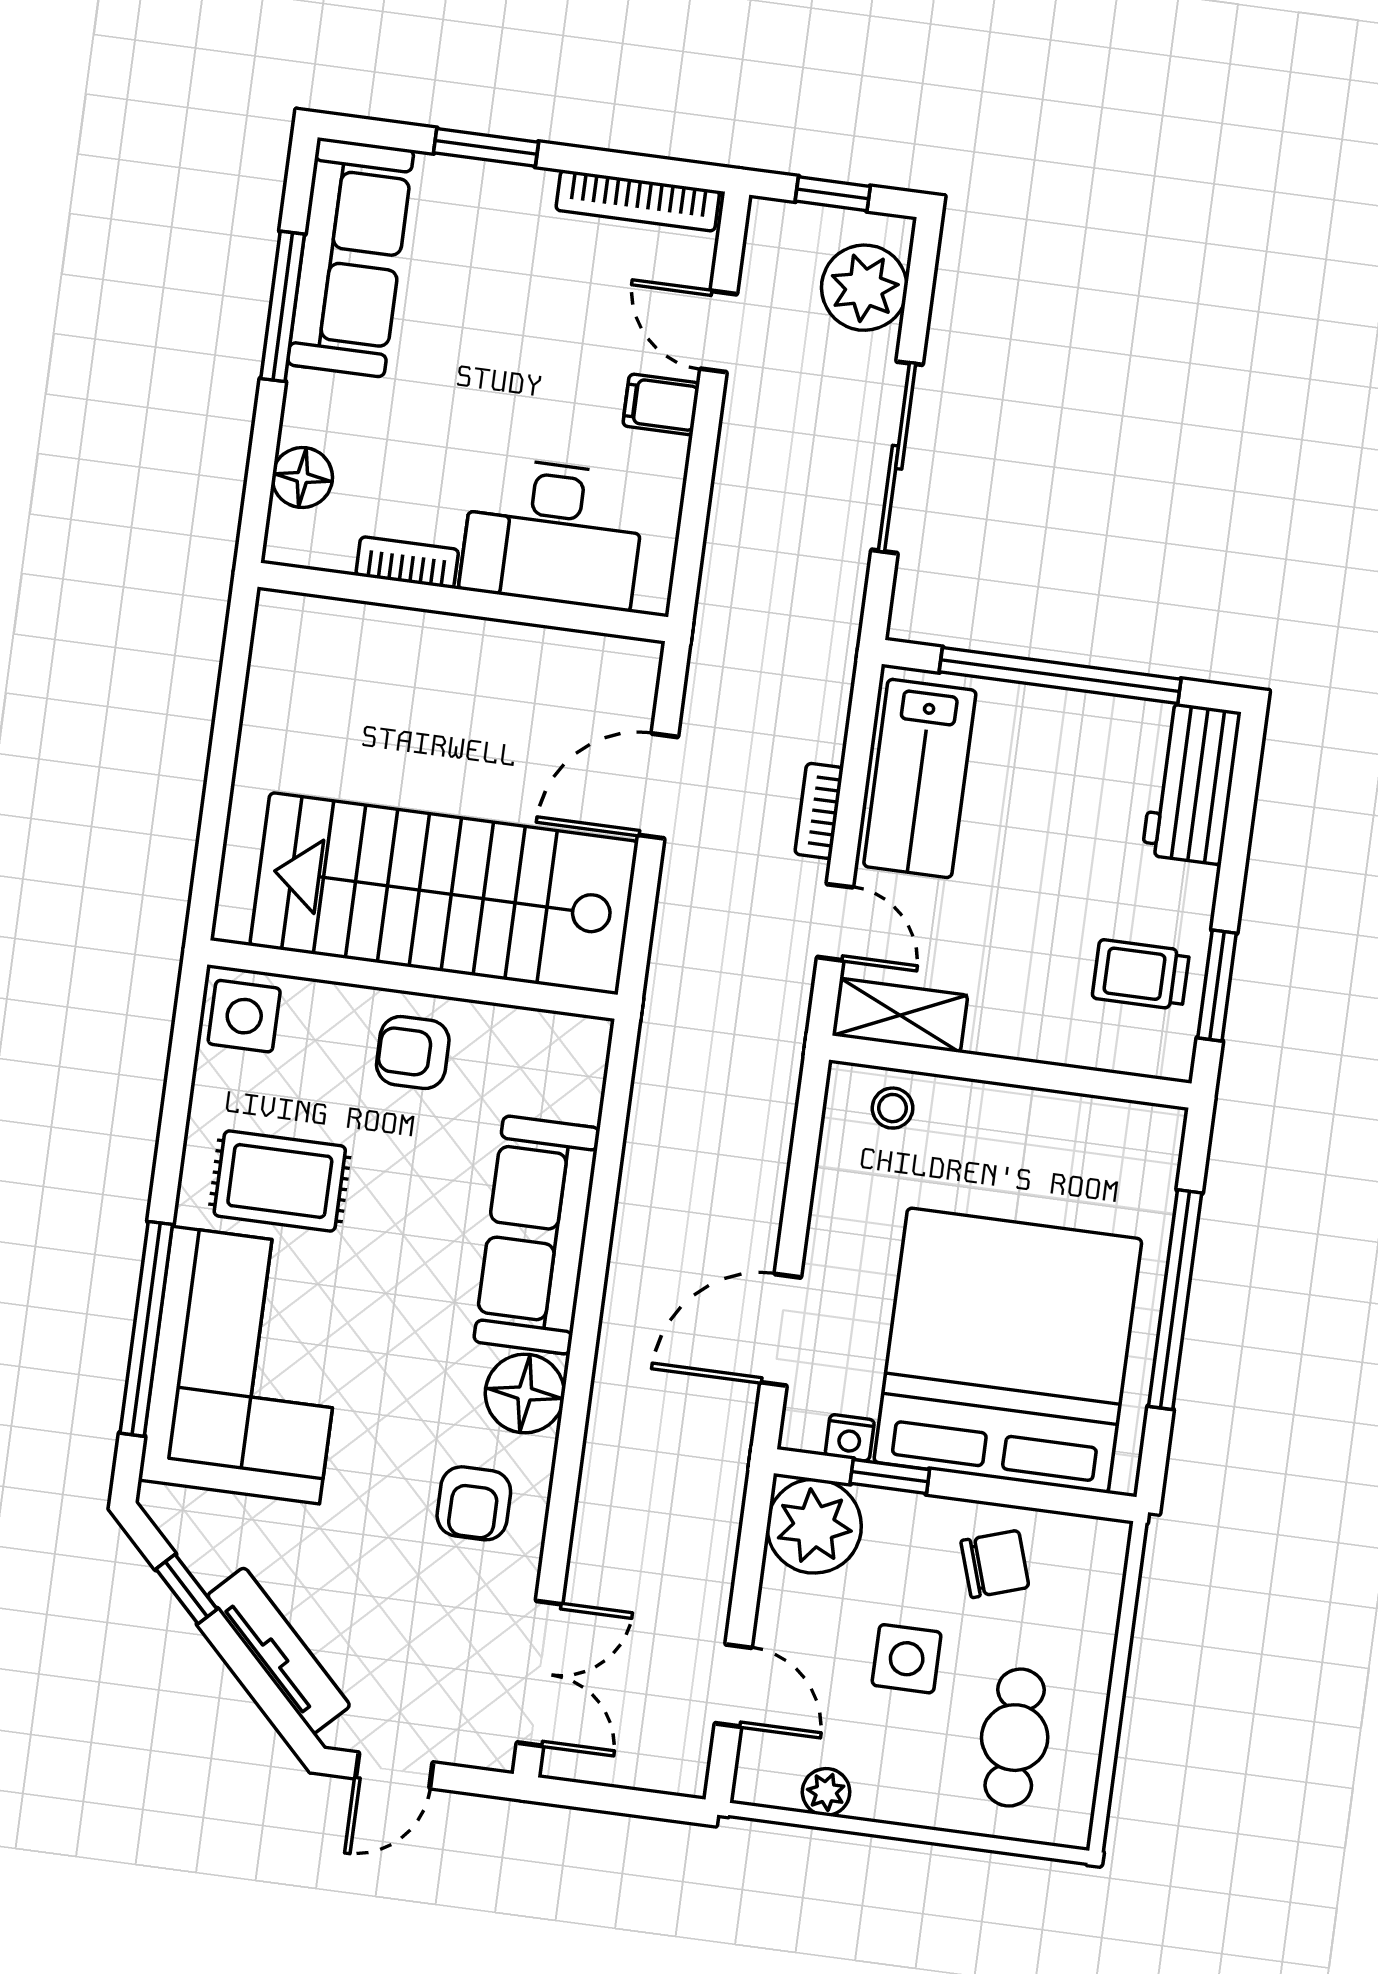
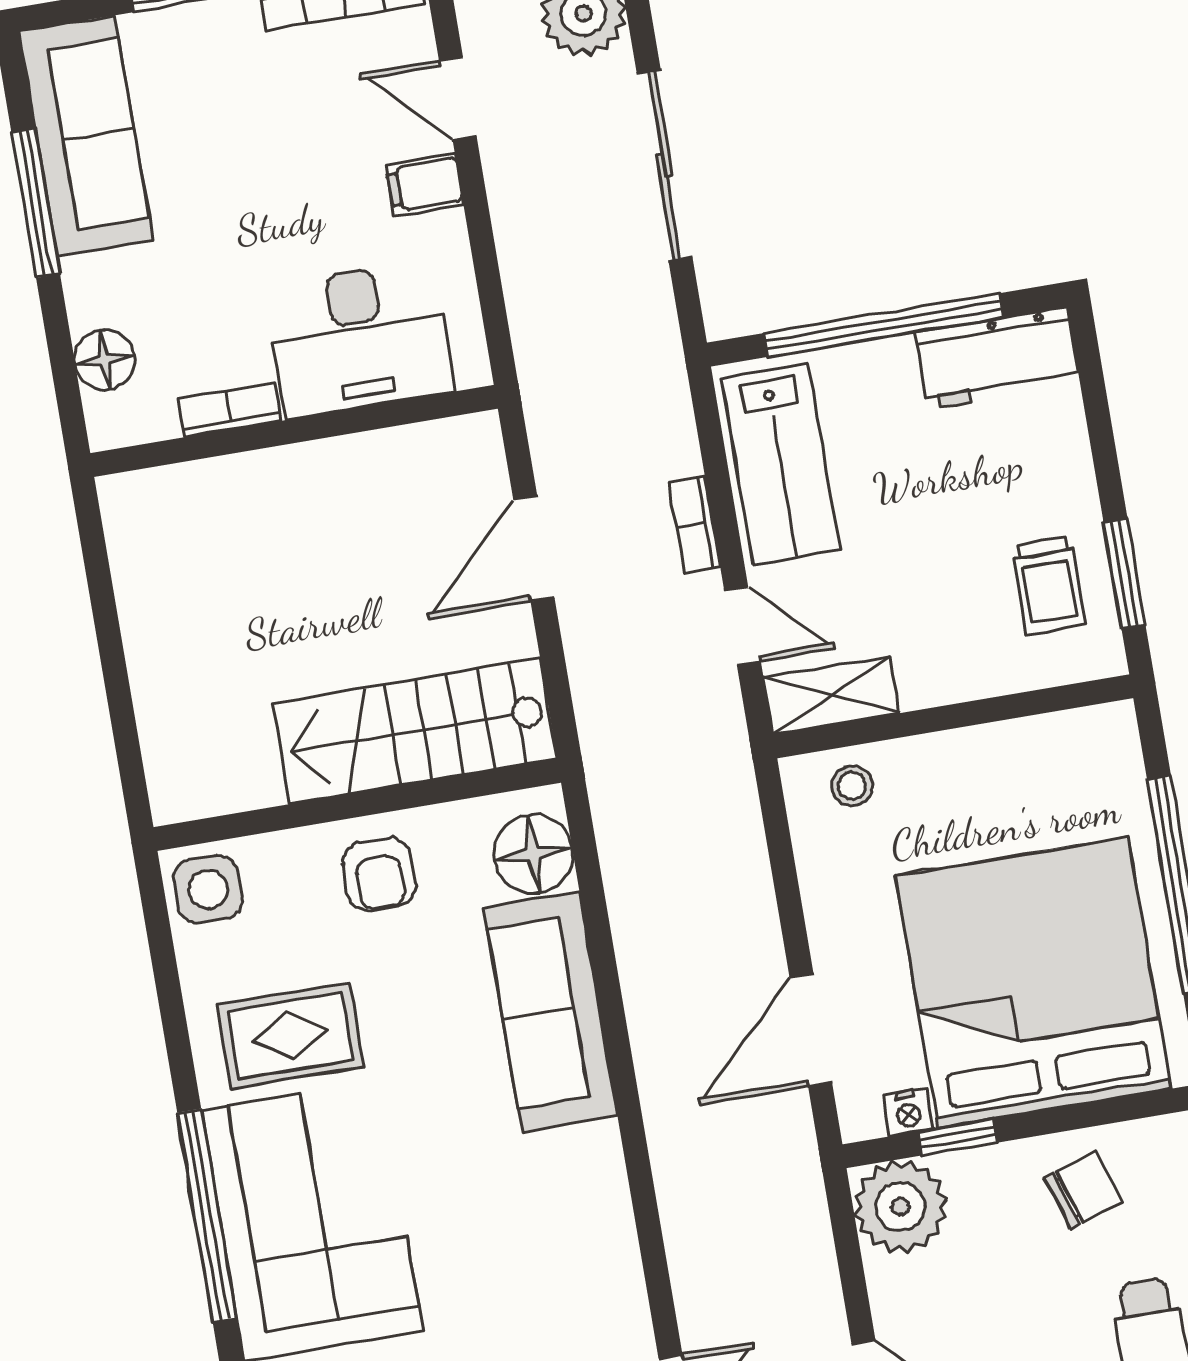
workbench: (1192, 783) -> (998, 358), moved, turned -90
stairs: (444, 894) -> (415, 731), width x0.73, depth x0.66
trolley: (1141, 975) -> (1049, 586), turned -90
armchair: (413, 1053) -> (379, 874), turned -90
floor lamp: (525, 1393) -> (533, 854), moved
armchair: (474, 1503) -> (570, 1285), removed
side table: (907, 1659) -> (1027, 1306), removed

